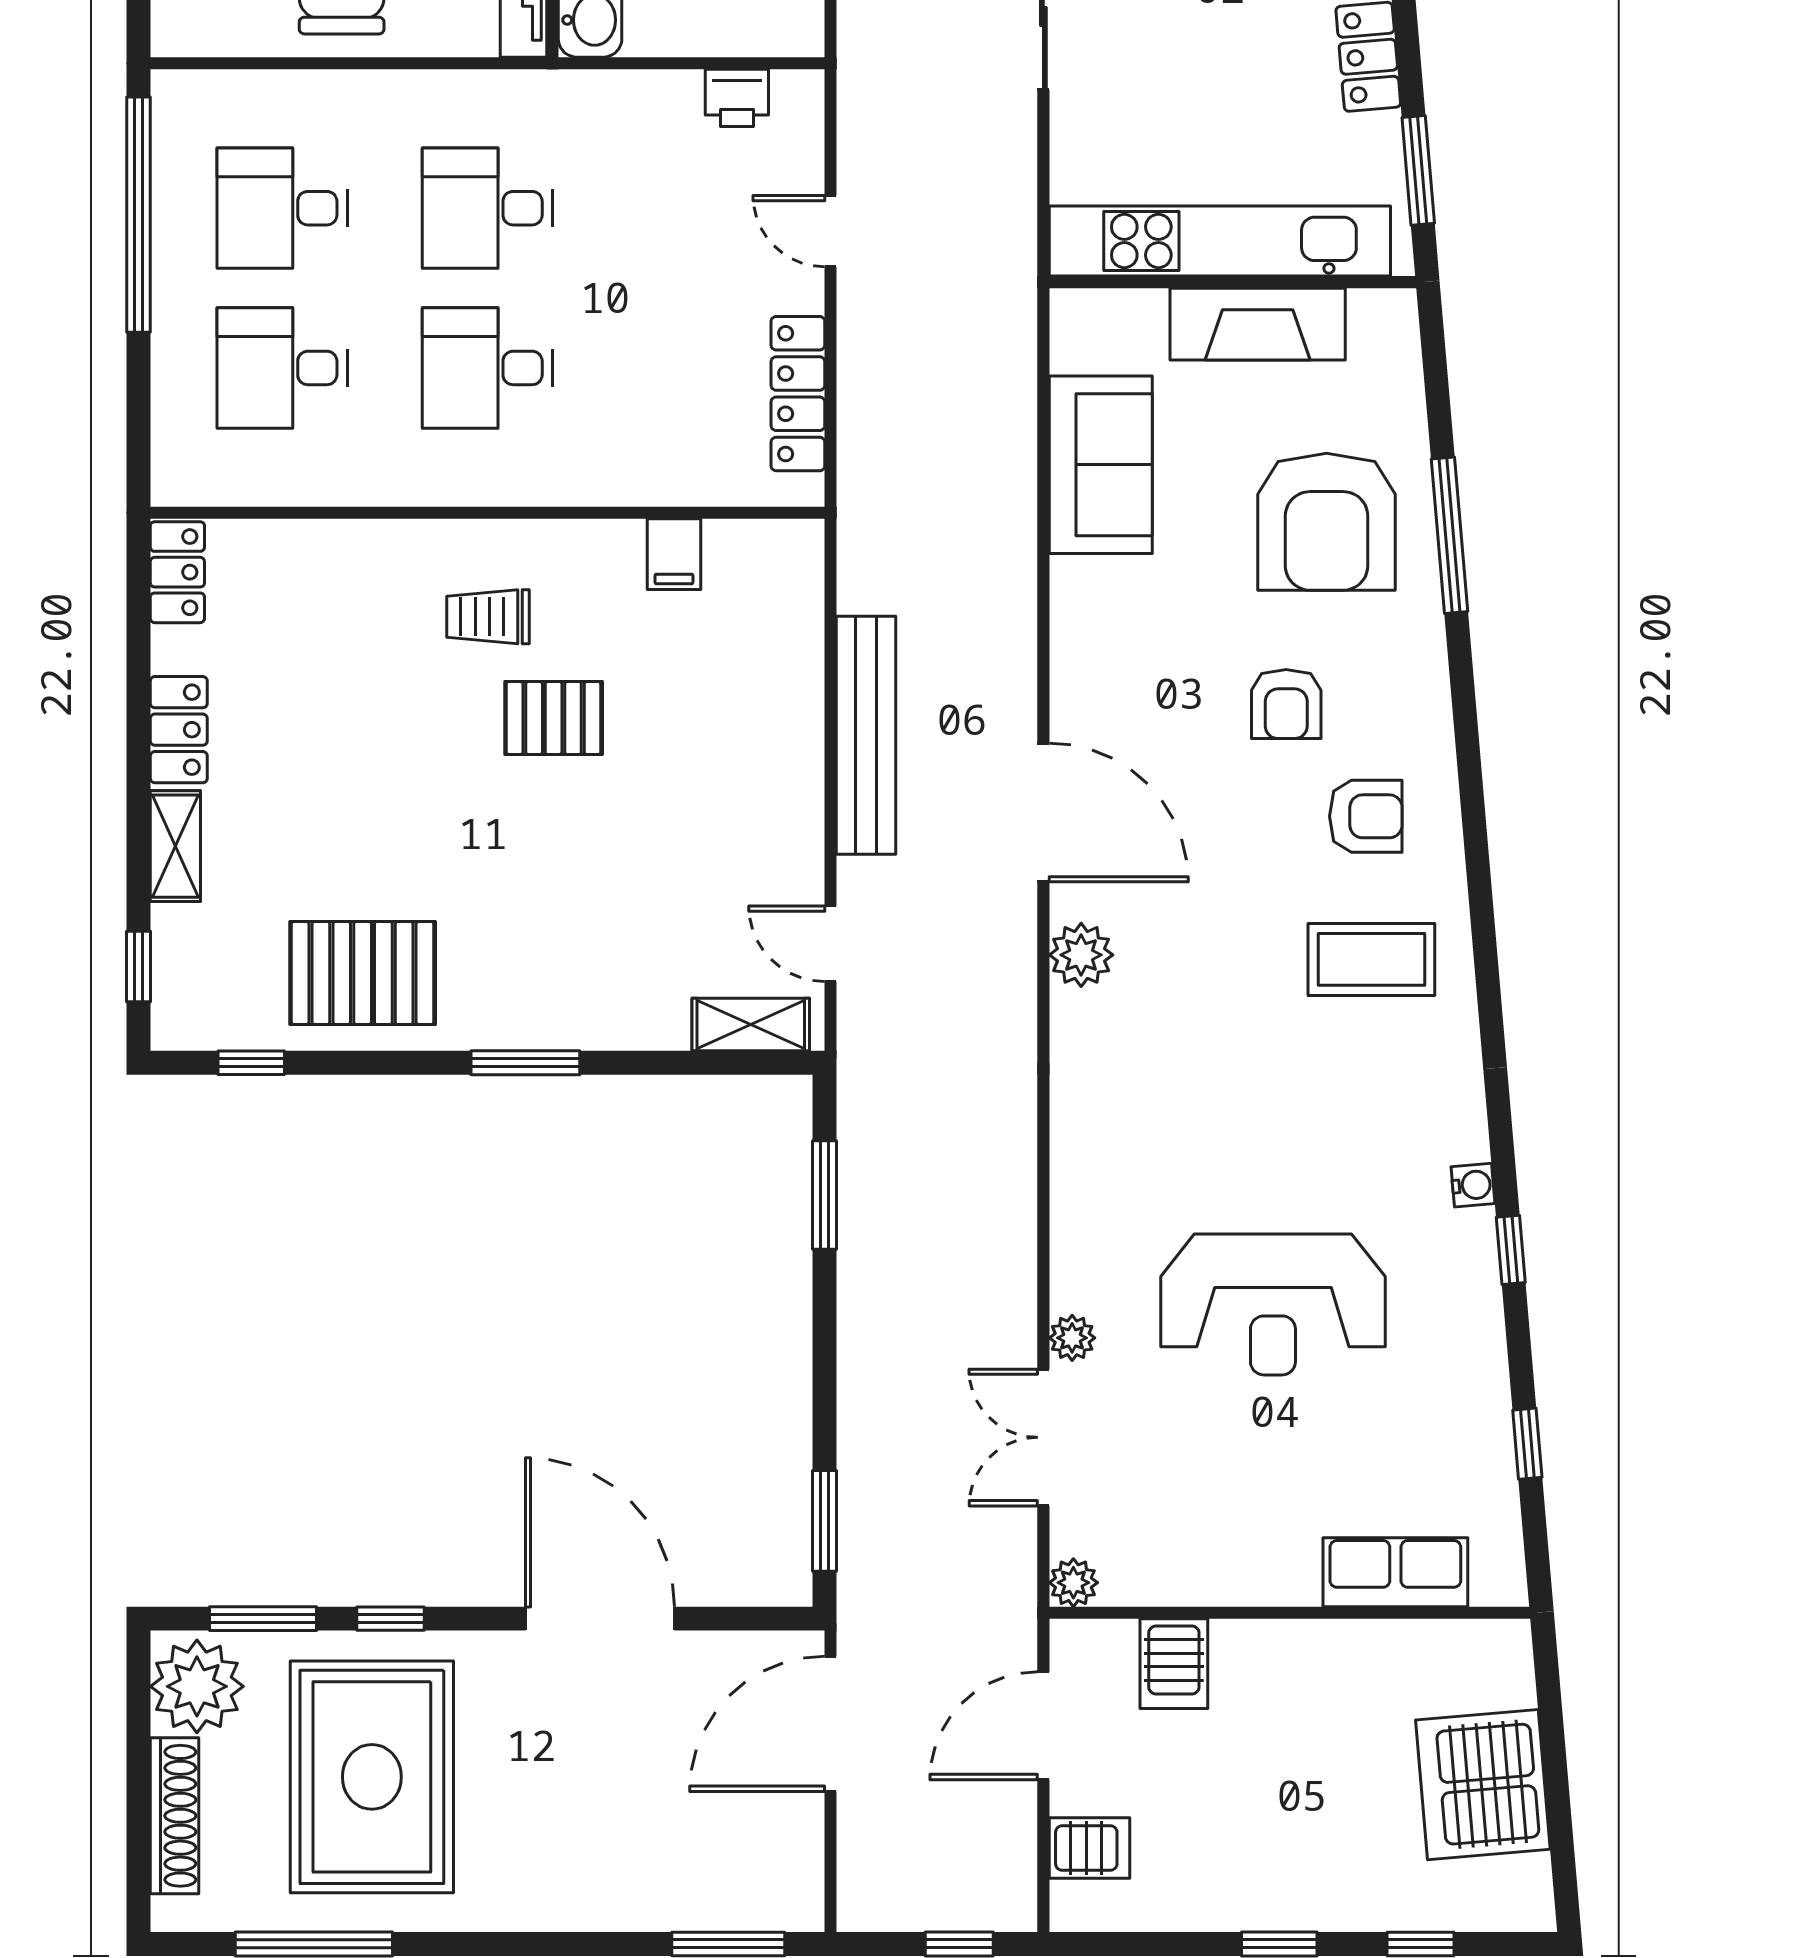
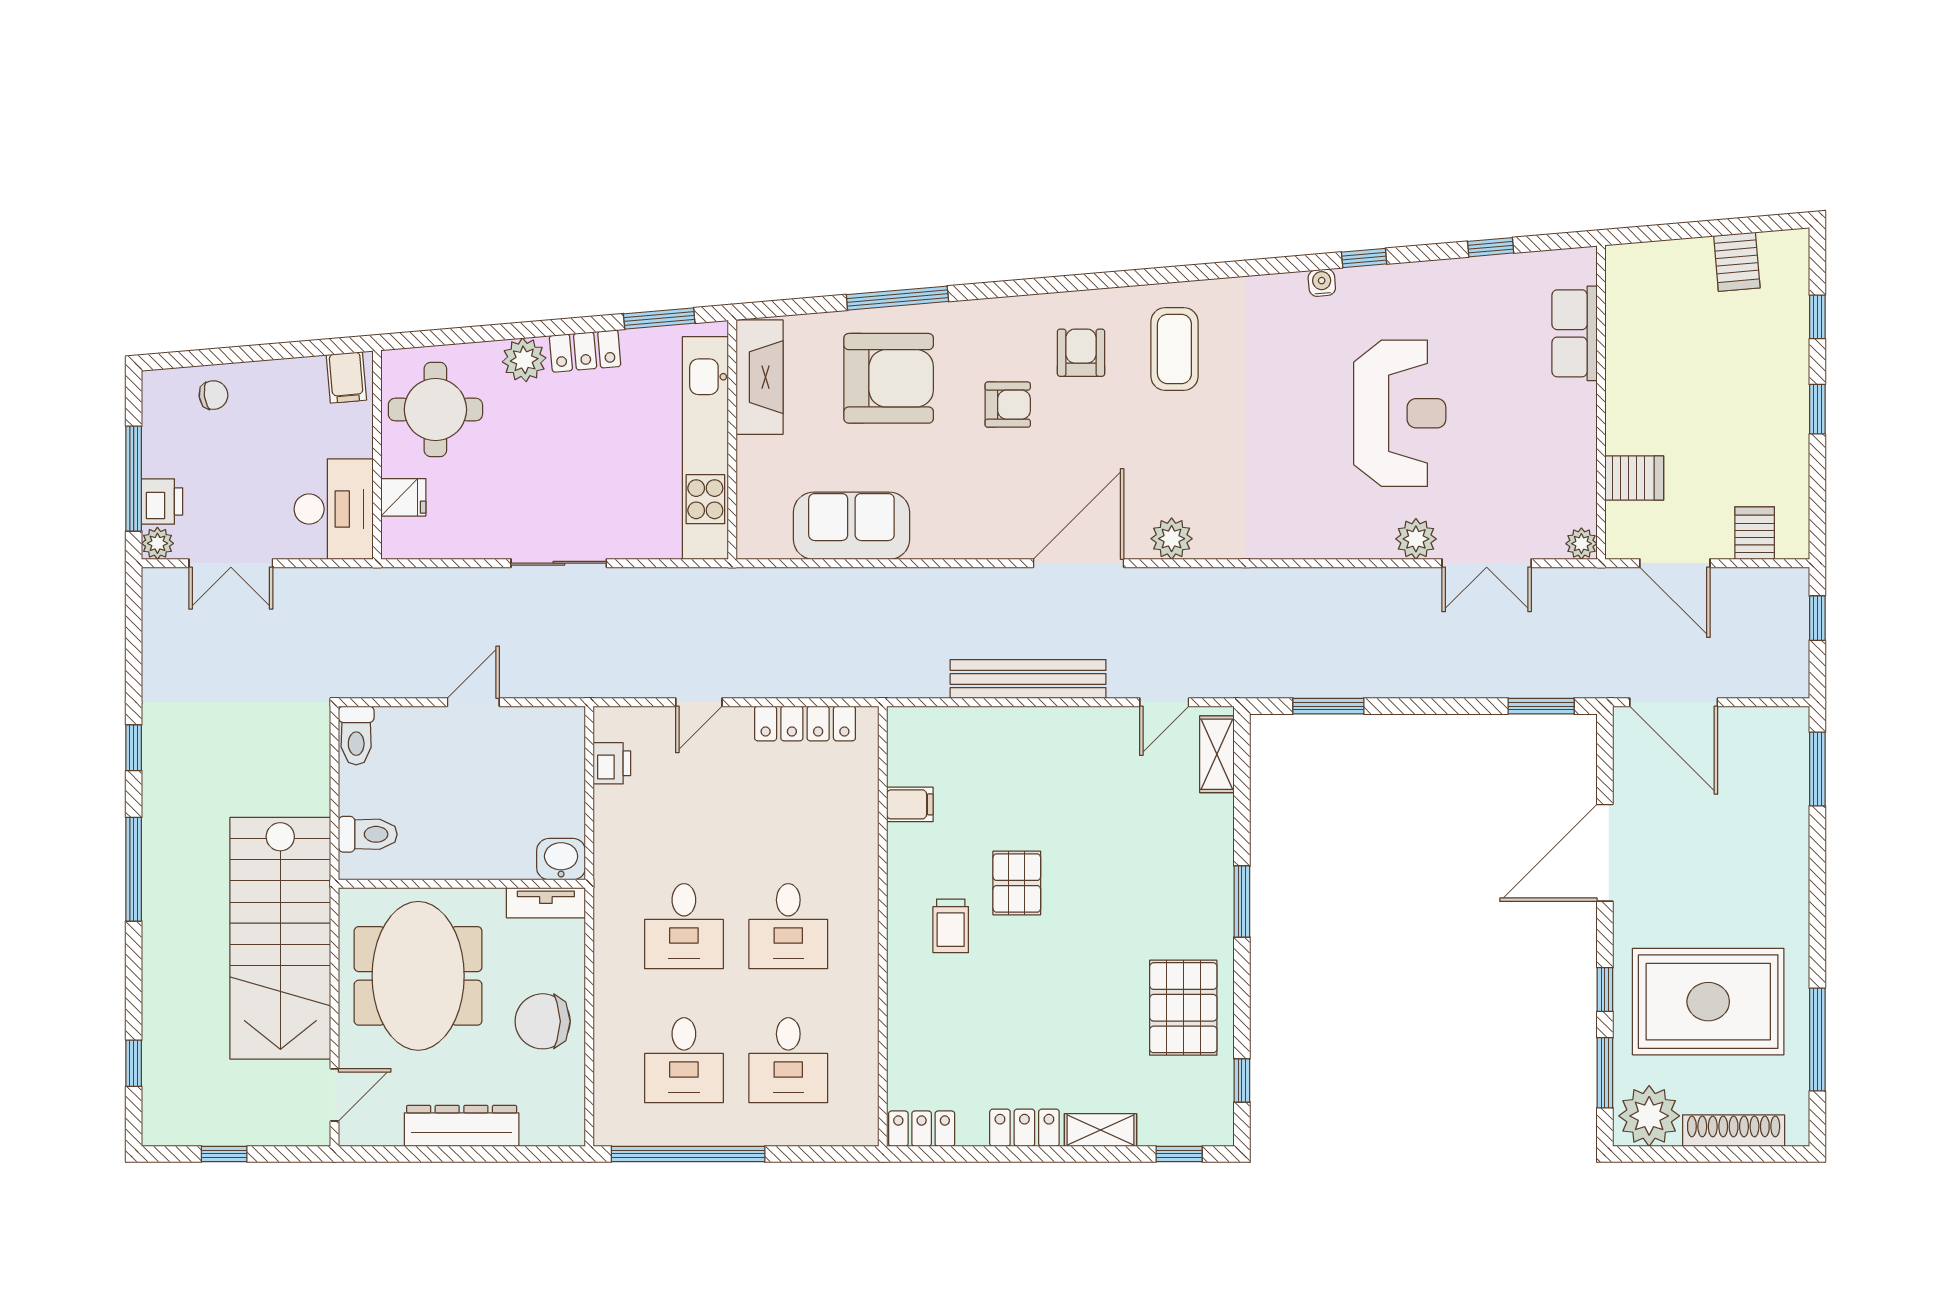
fireplace: (1258, 324) -> (760, 377), moved
plant: (1072, 1338) -> (1416, 539), width x1.38, depth x1.38
server rack: (1483, 1785) -> (1737, 262), width x0.46, depth x0.70

